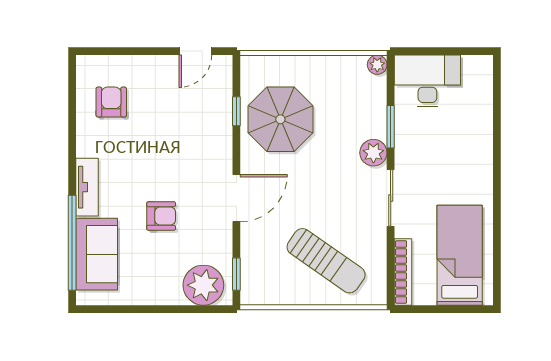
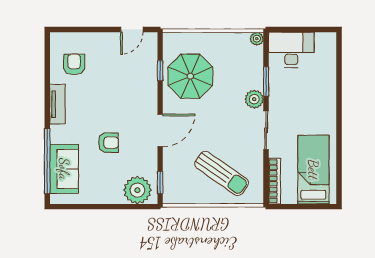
tv unit: (87, 187) -> (57, 104), moved

